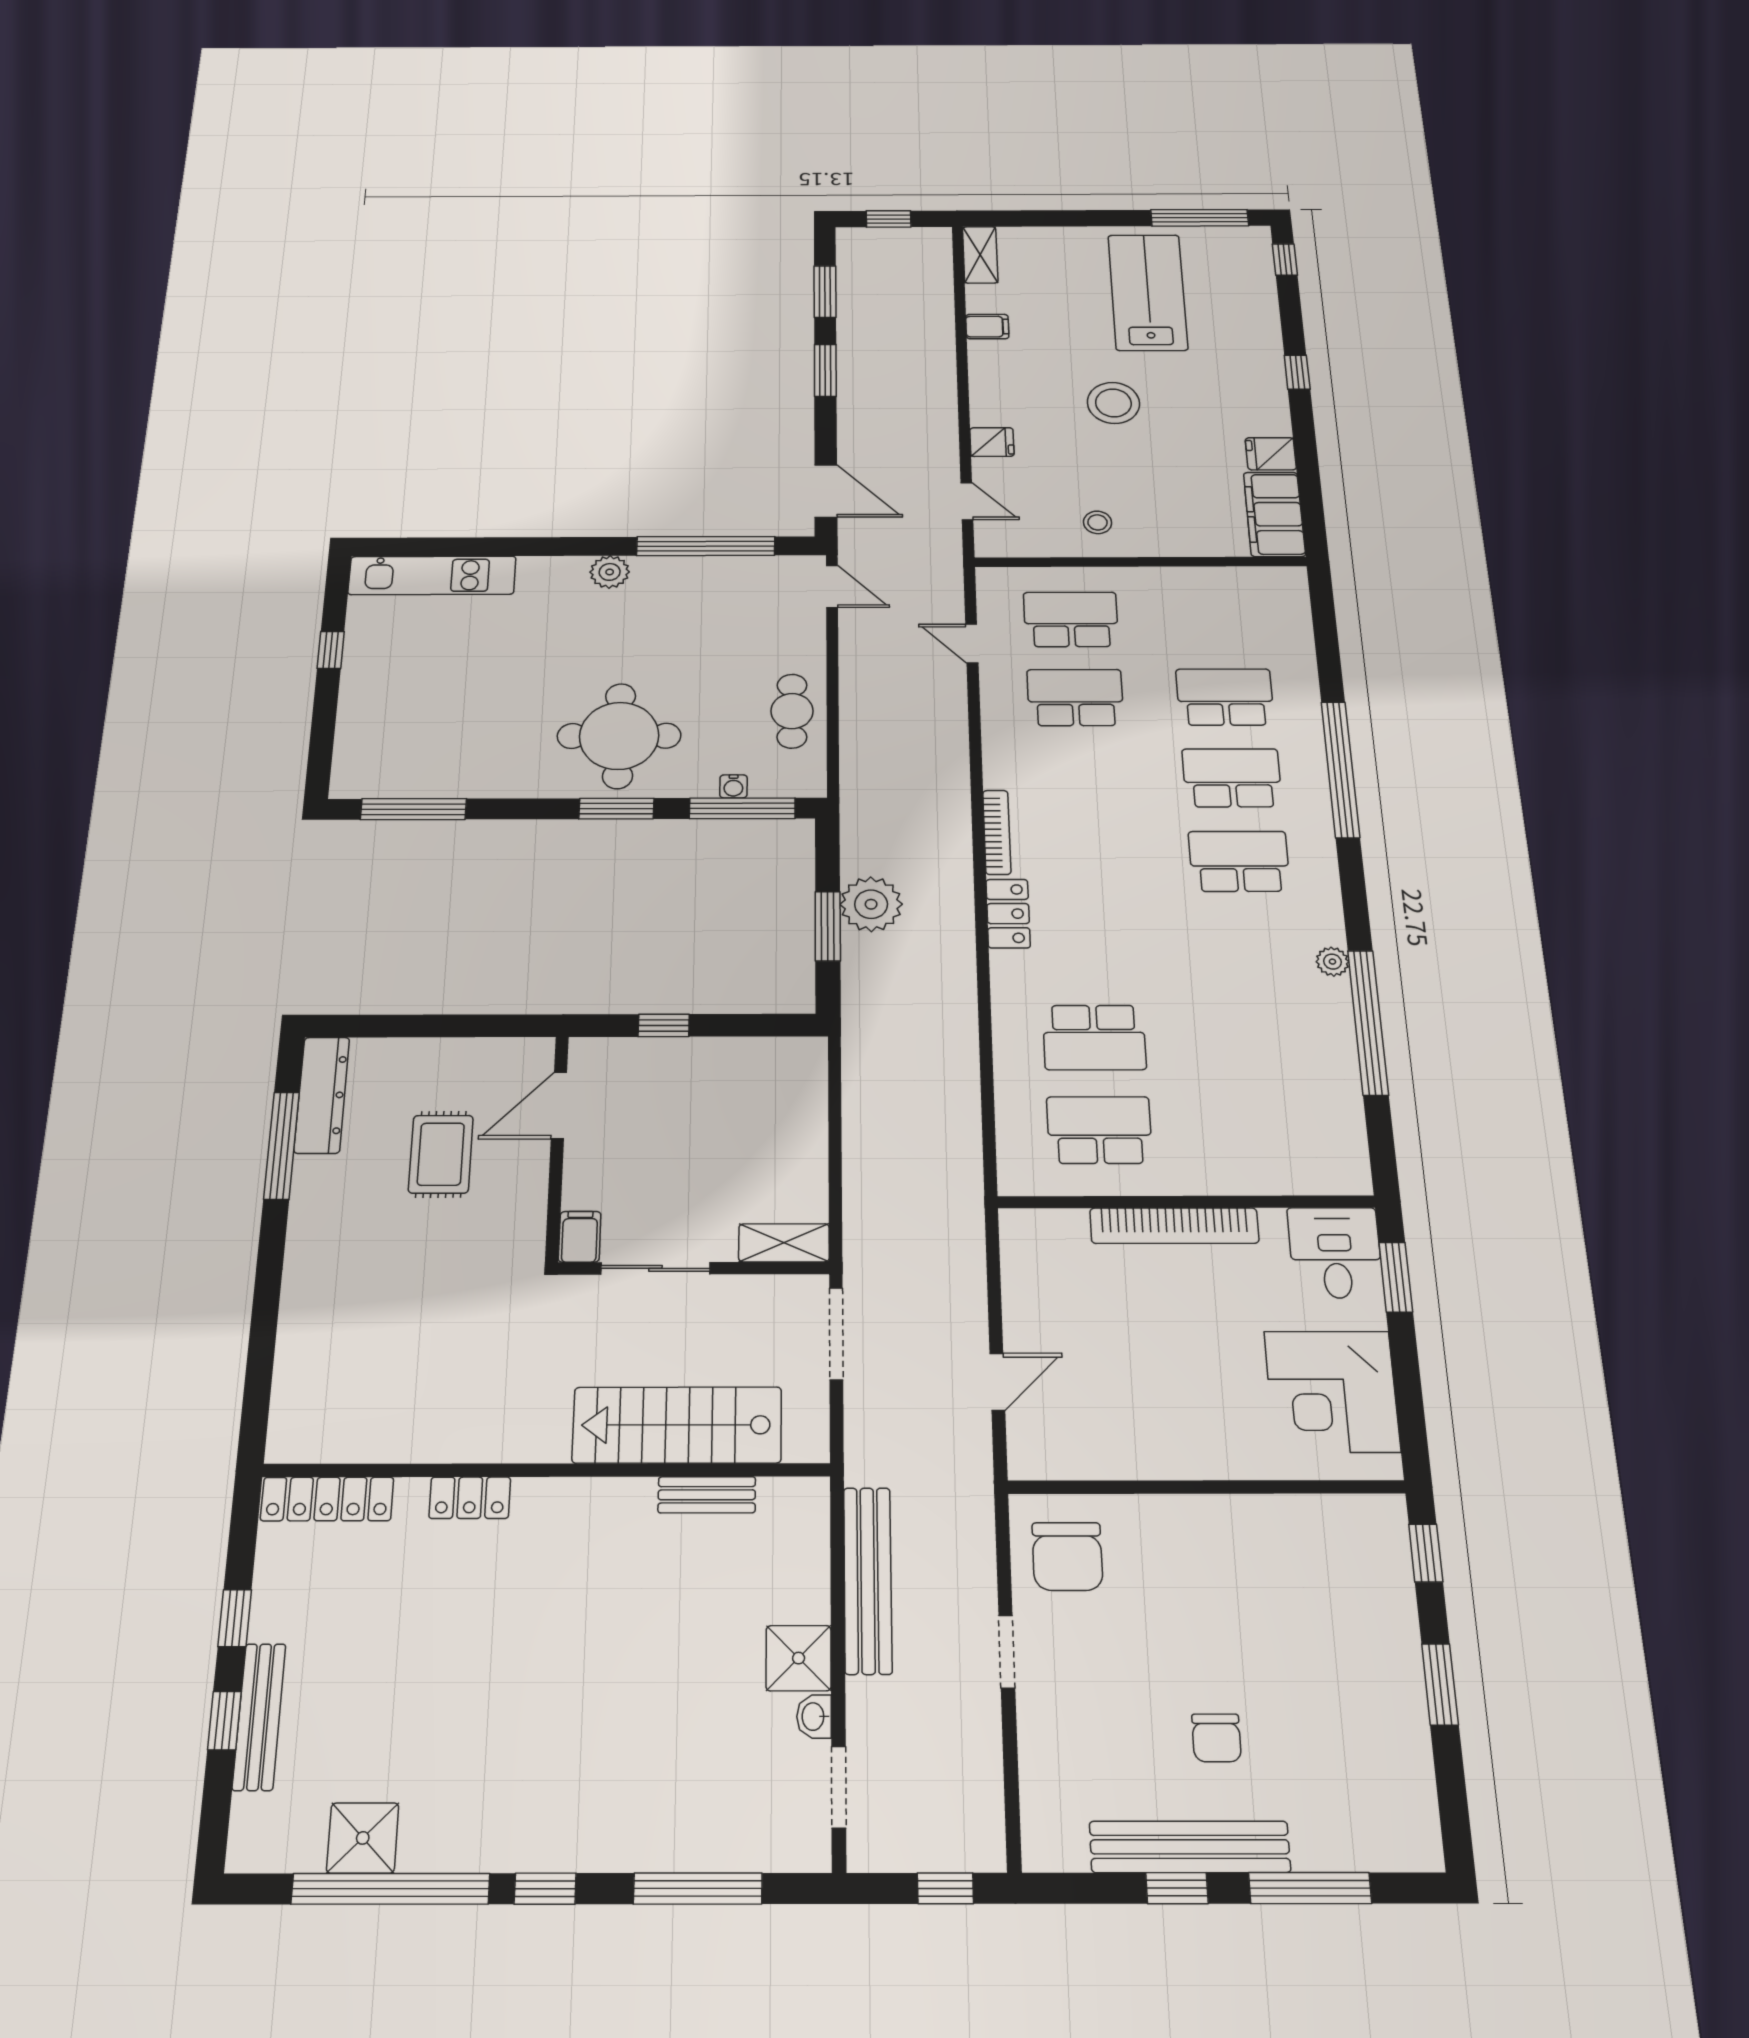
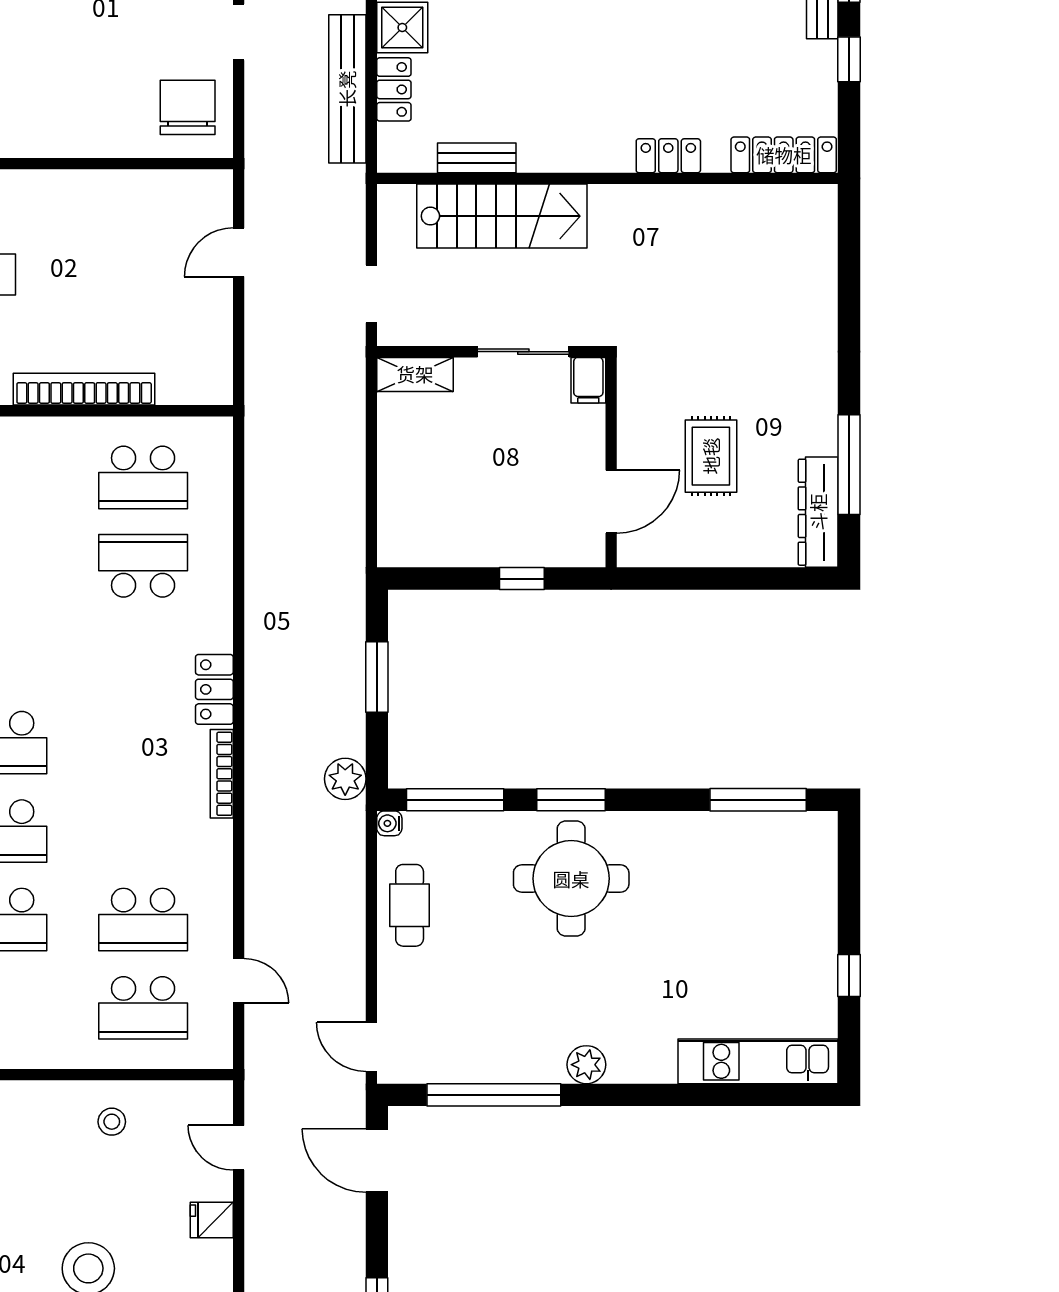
water cooler: (733, 786) -> (389, 823), moved, turned -90
plant: (871, 904) -> (345, 779), moved, width x0.73, depth x0.73
doorway: (836, 1334) -> (371, 294), width x0.73
locker: (809, 1579) -> (394, 89), added

